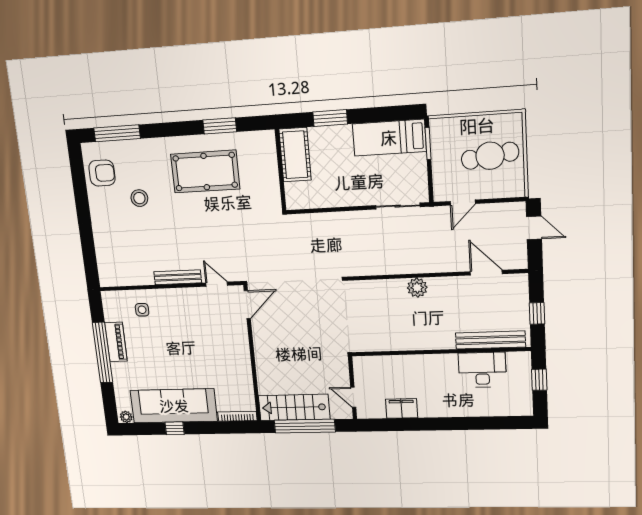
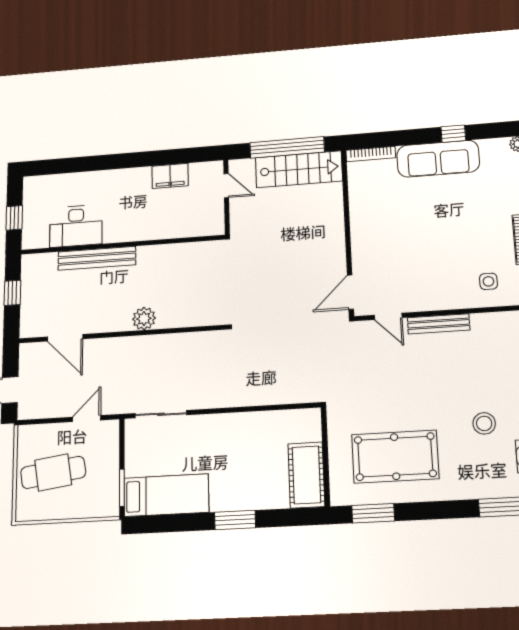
cot: (295, 155) -> (306, 475), moved
wall: (281, 170) -> (325, 456), moved
bench: (490, 340) -> (97, 258), moved
sofa: (174, 406) -> (438, 159), width x0.74, depth x0.79

